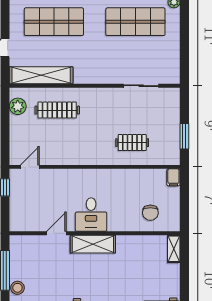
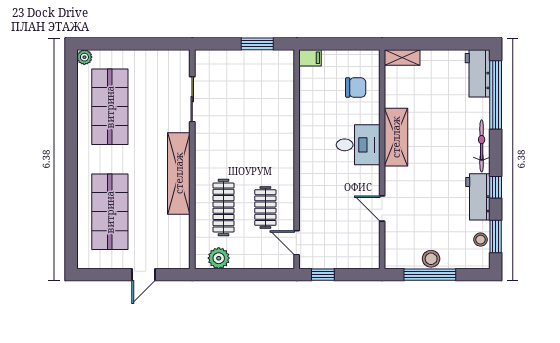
shelving: (41, 75) -> (179, 173), moved
clothes rail: (132, 143) -> (265, 208), moved
desk: (91, 215) -> (358, 145), moved
shelving: (93, 244) -> (396, 137), moved
stool: (17, 288) -> (431, 259), moved

